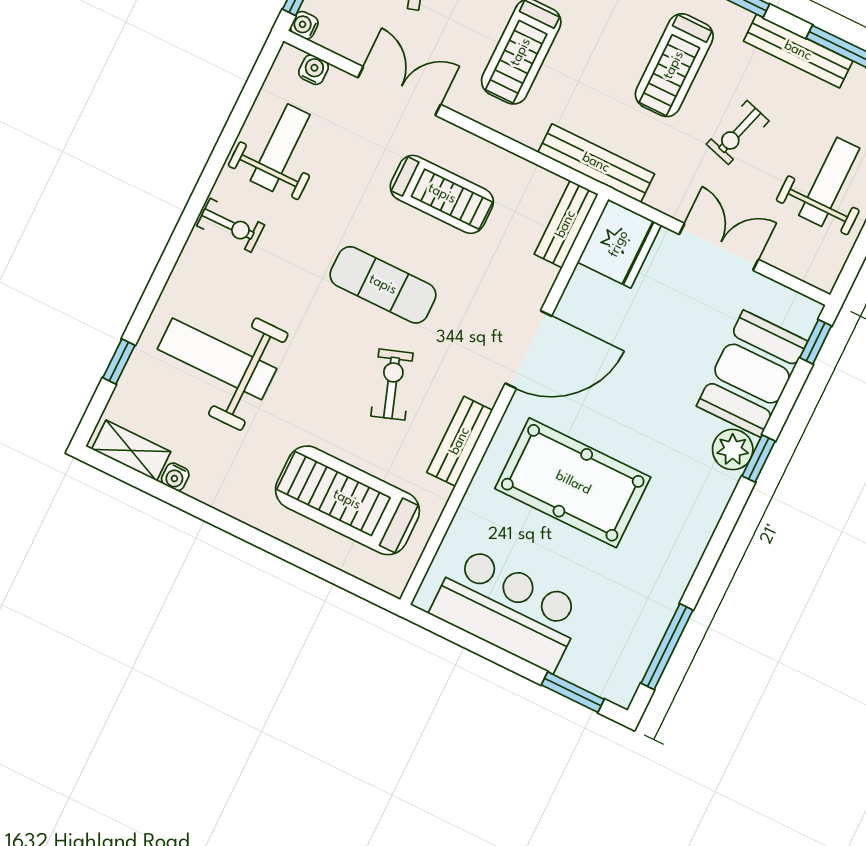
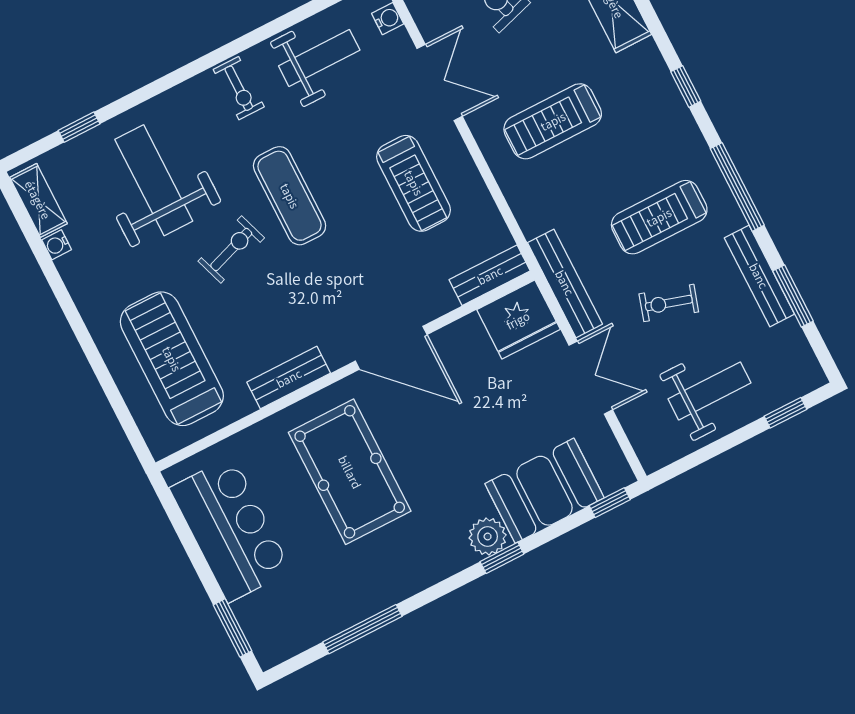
bench: (596, 163) -> (565, 283), moved
exercise mat: (383, 285) -> (290, 196), moved
exercise bike: (392, 385) -> (231, 250), moved
window: (667, 647) -> (362, 629), moved

